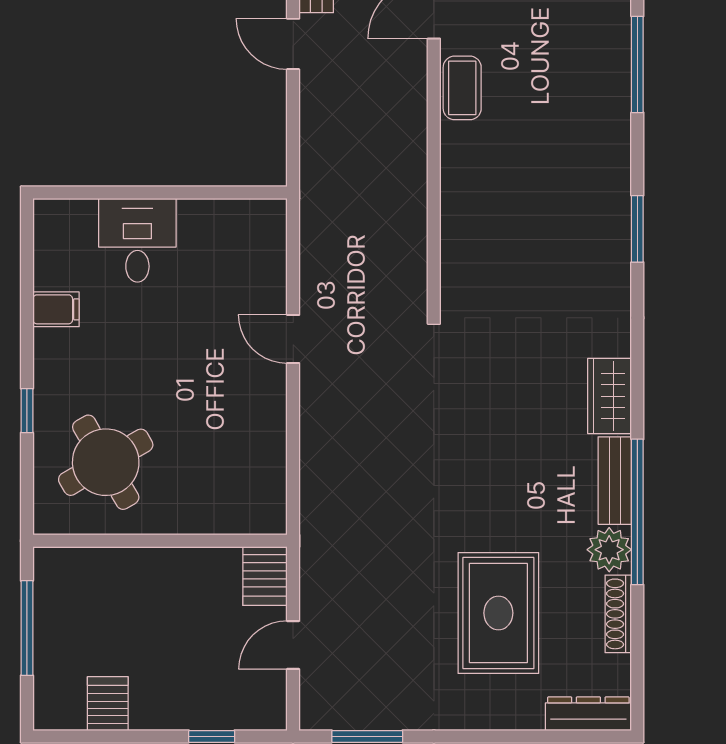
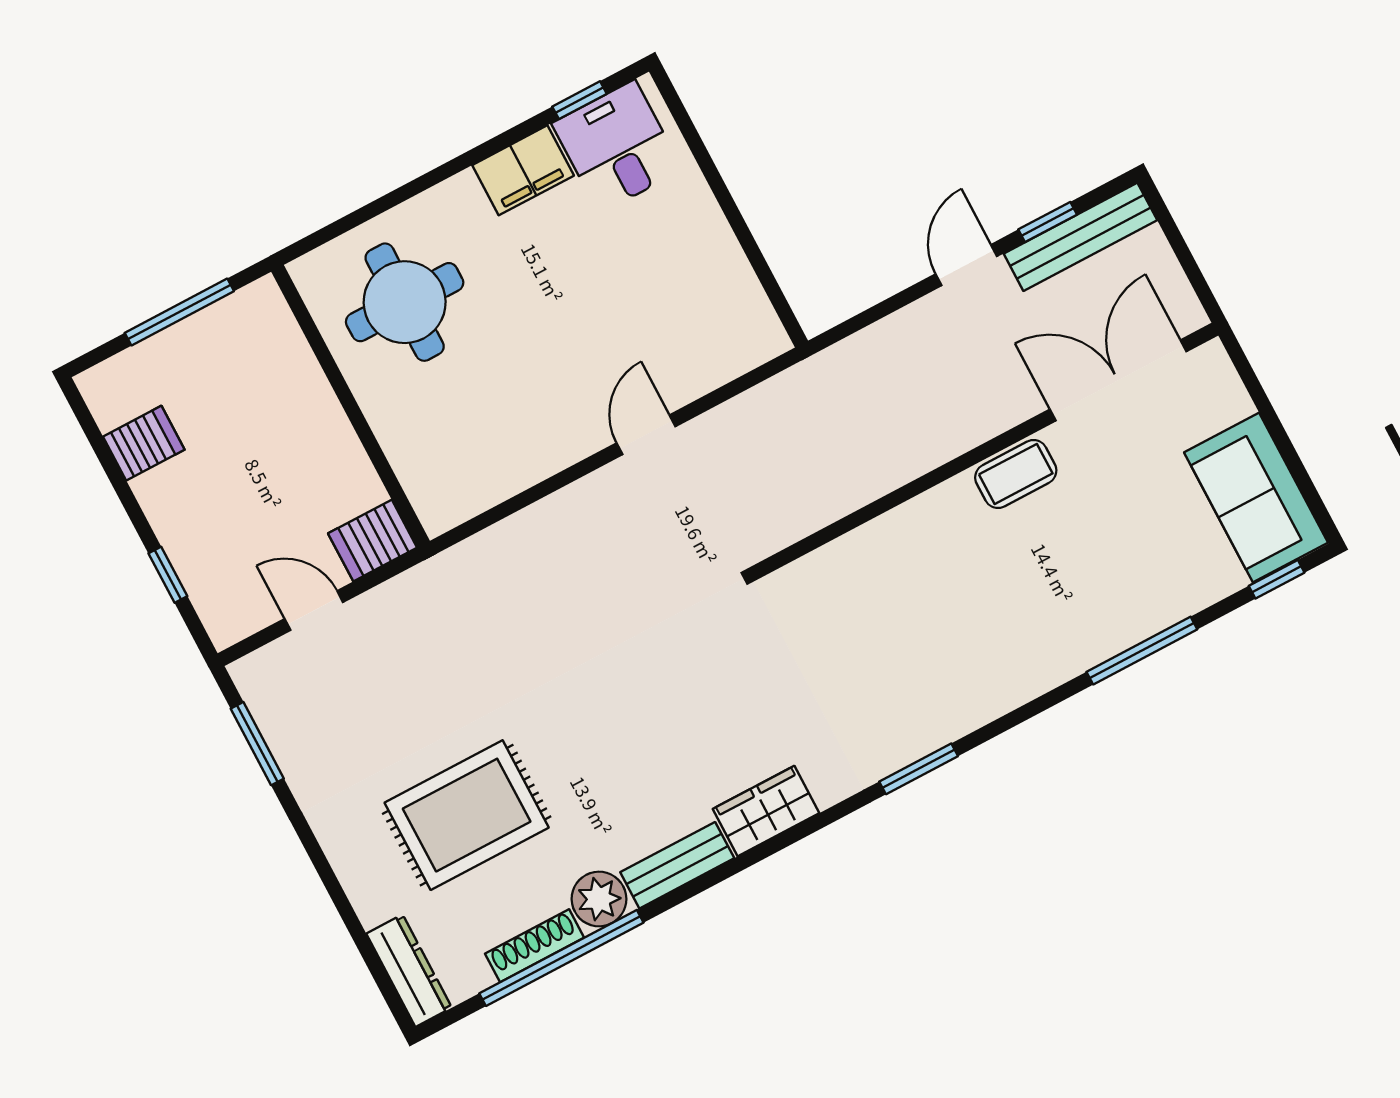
window: (637, 229) -> (919, 769), moved
desk: (137, 240) -> (617, 147), moved, turned -90
filing cabinet: (56, 309) -> (523, 170), width x2.00
window: (27, 411) -> (579, 100), moved
round table: (106, 462) -> (405, 302), turned 30
window: (637, 512) -> (561, 958), moved

